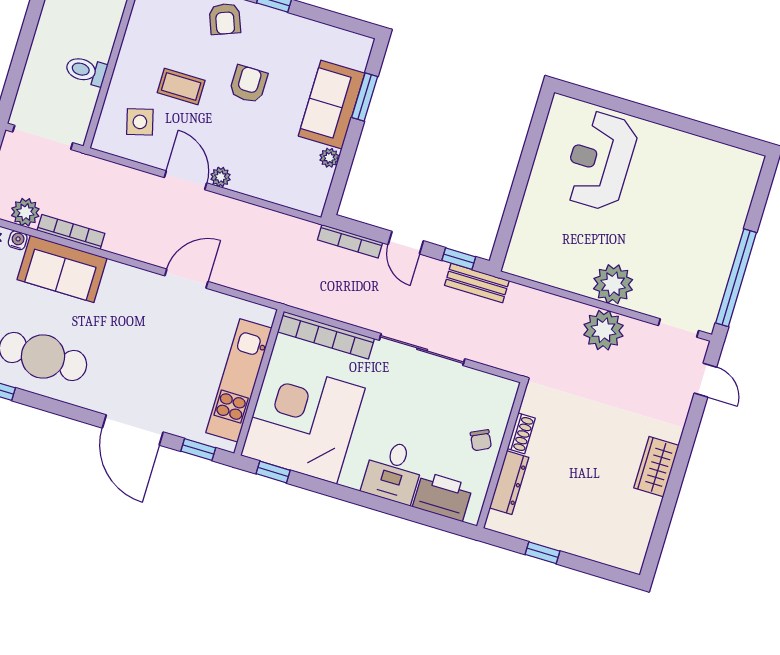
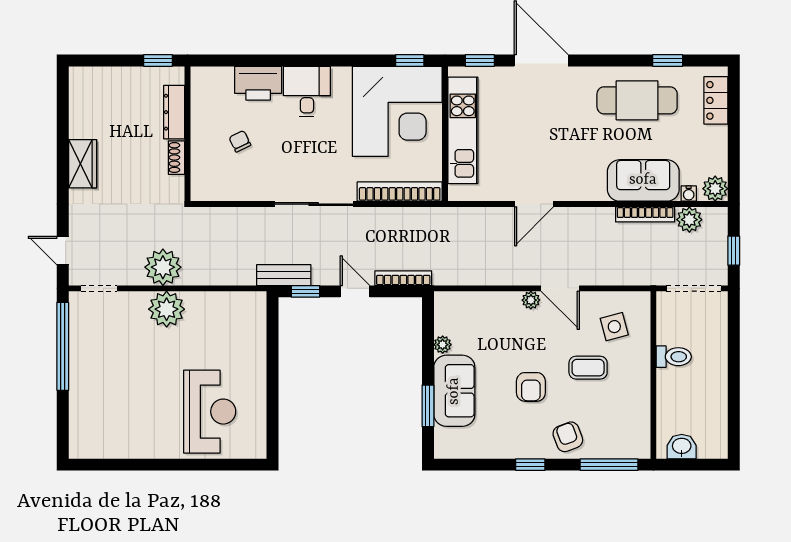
shoe rack: (521, 433) -> (177, 158), moved
wall: (502, 455) -> (187, 134), moved
dresser: (509, 483) -> (174, 112), moved

